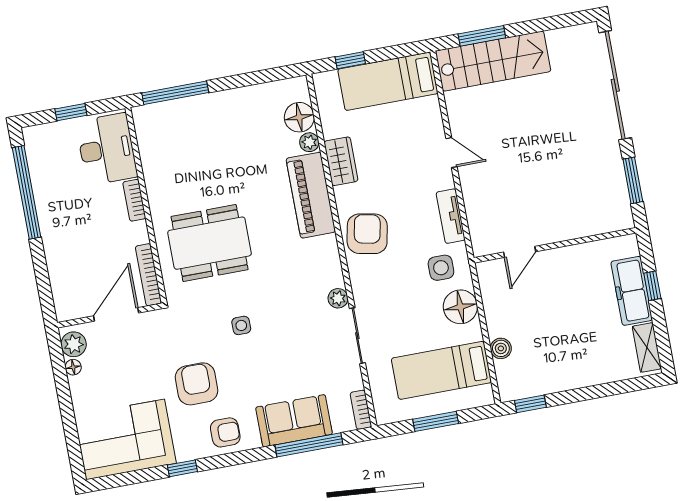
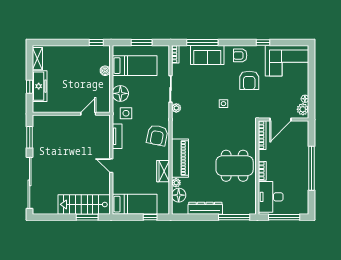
dresser: (239, 100) -> (205, 208), added
window: (71, 112) -> (284, 217), width x2.17
window: (27, 192) -> (312, 168), moved
dining table: (210, 243) -> (235, 166), moved

